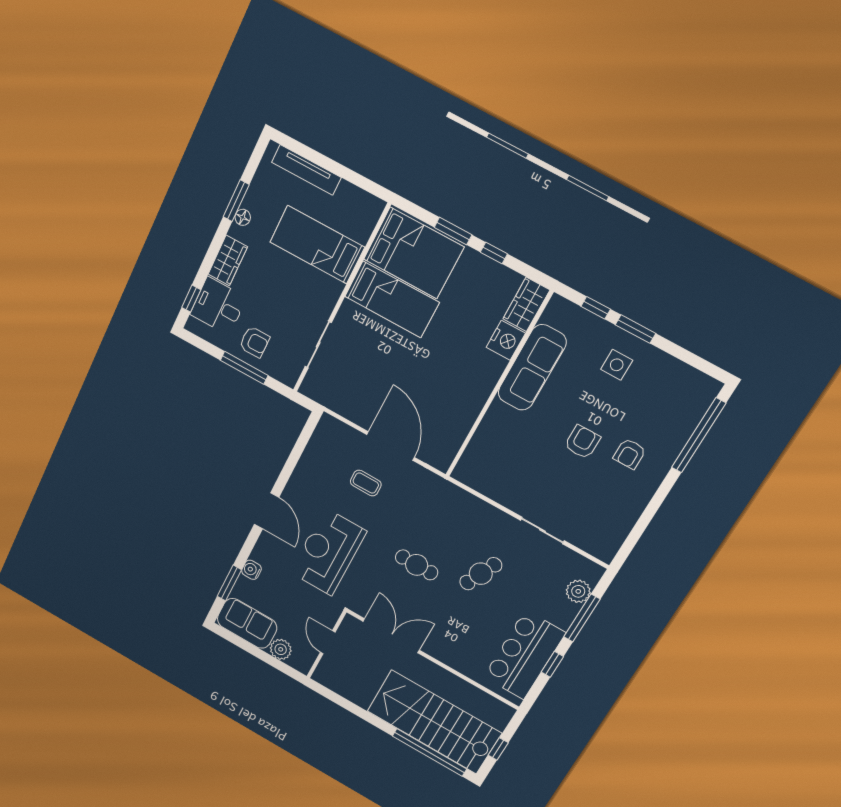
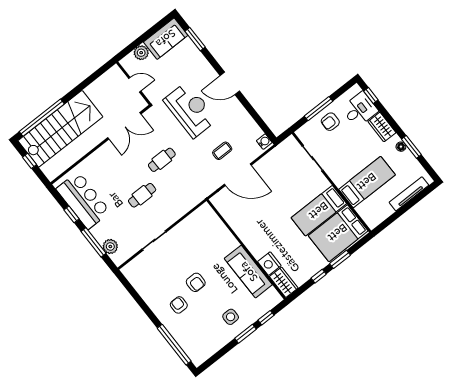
water cooler: (252, 570) -> (264, 142), moved
cafe table: (481, 574) -> (142, 195), turned 65

